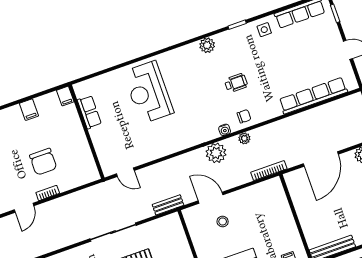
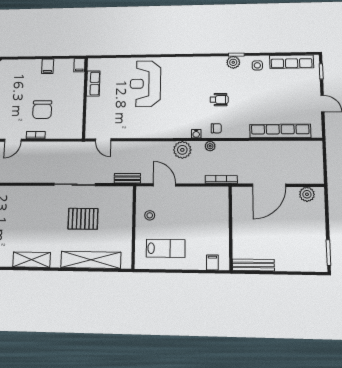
plant: (207, 45) -> (233, 62), moved
stool: (223, 221) -> (150, 215), moved

